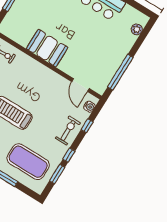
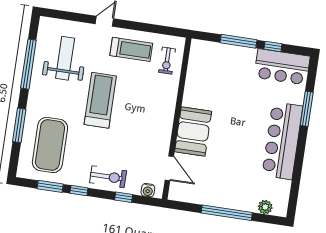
booth: (47, 48) -> (193, 131), moved
window: (120, 72) -> (227, 213), moved
door: (80, 85) -> (169, 168), swing flipped

